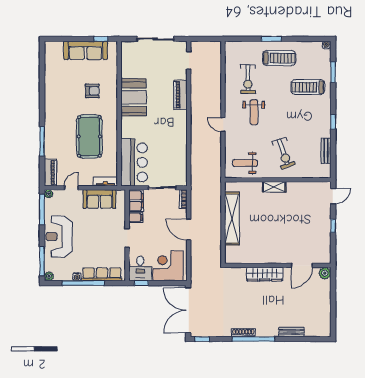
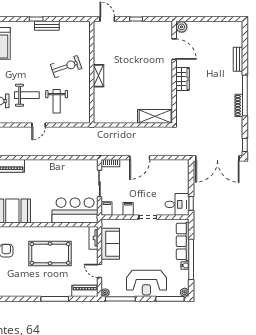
bench: (326, 151) -> (47, 26), moved
weight bench: (245, 163) -> (57, 101), moved
filing cabinet: (136, 201) -> (107, 209), width x0.50
shelving: (232, 219) -> (155, 116), moved, width x0.68
corner desk: (168, 266) -> (174, 178), removed
wardrobe: (265, 274) -> (183, 79), width x0.67

